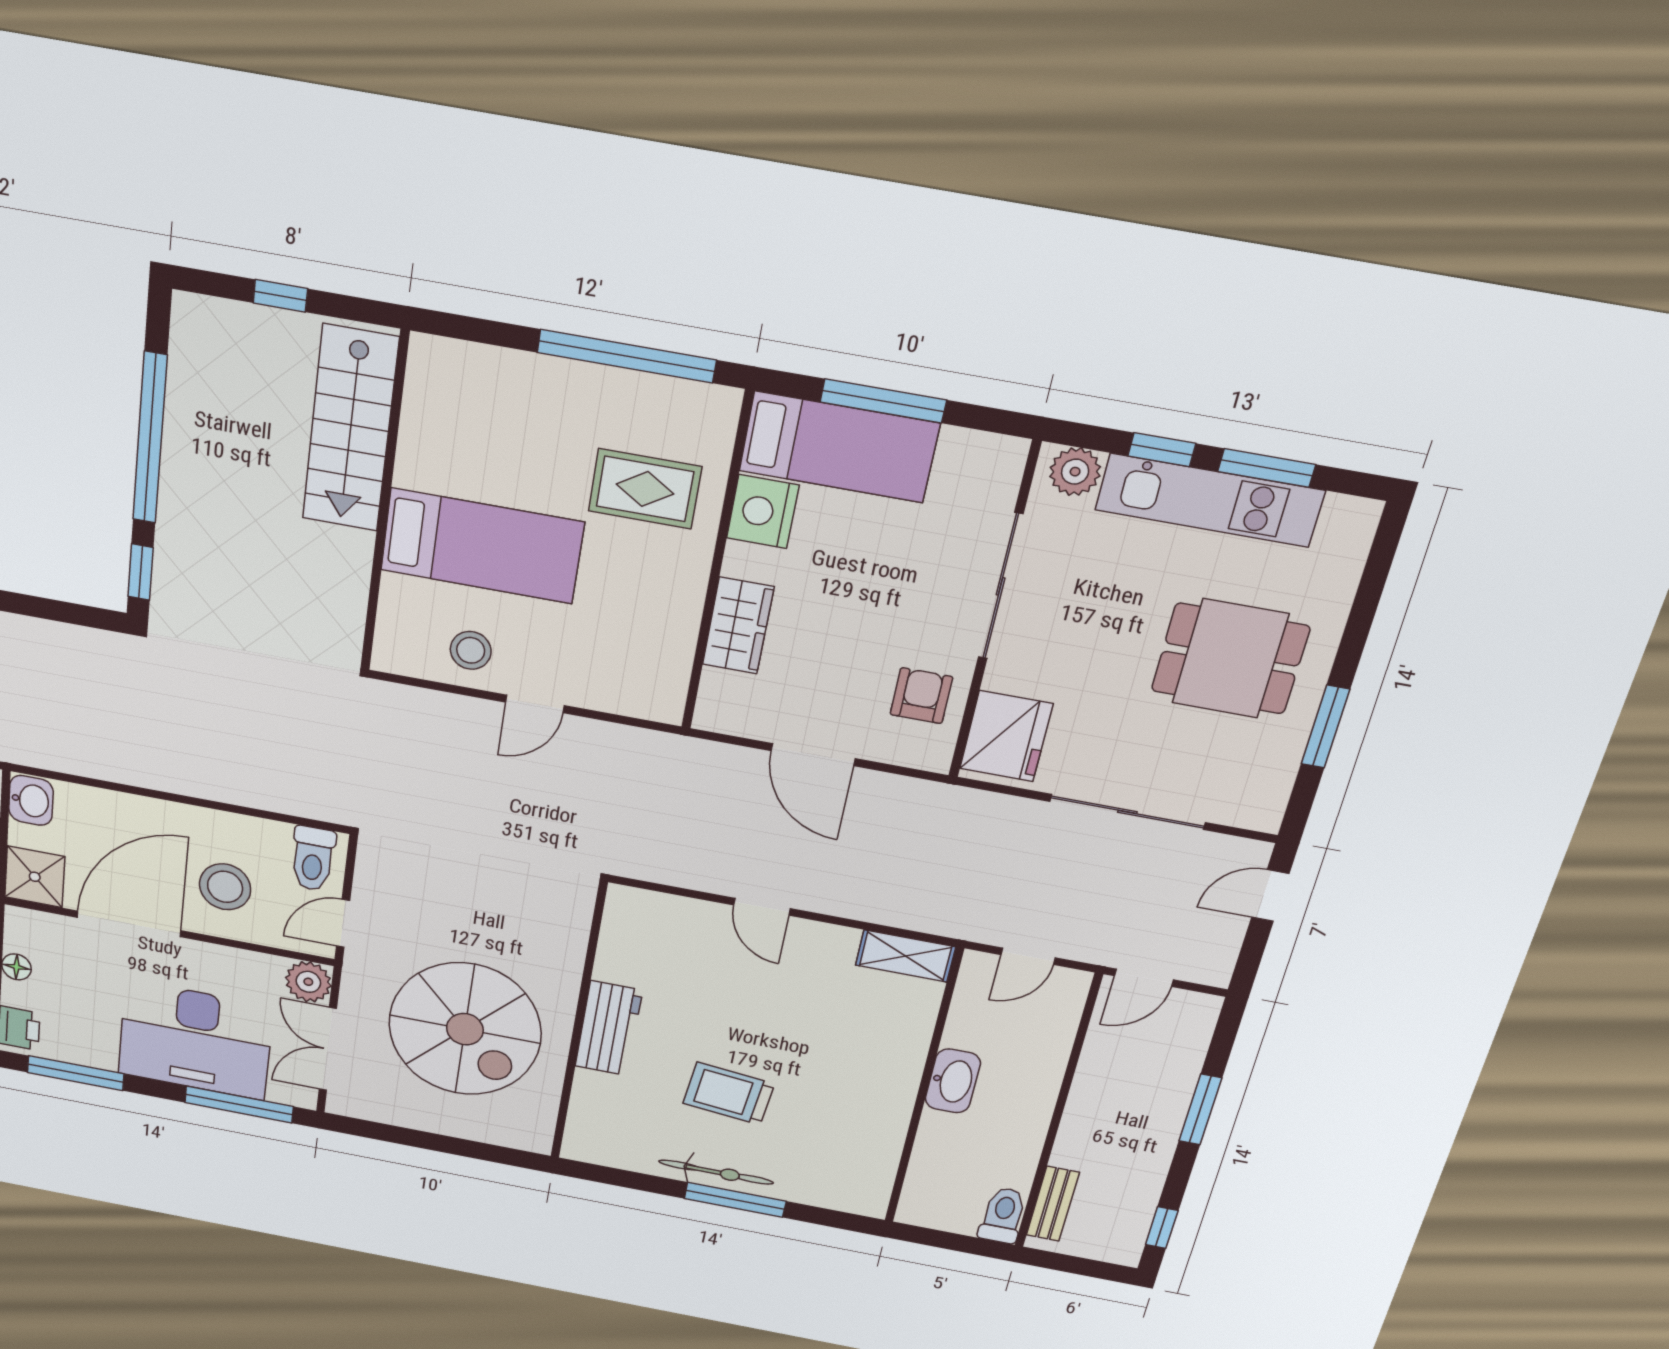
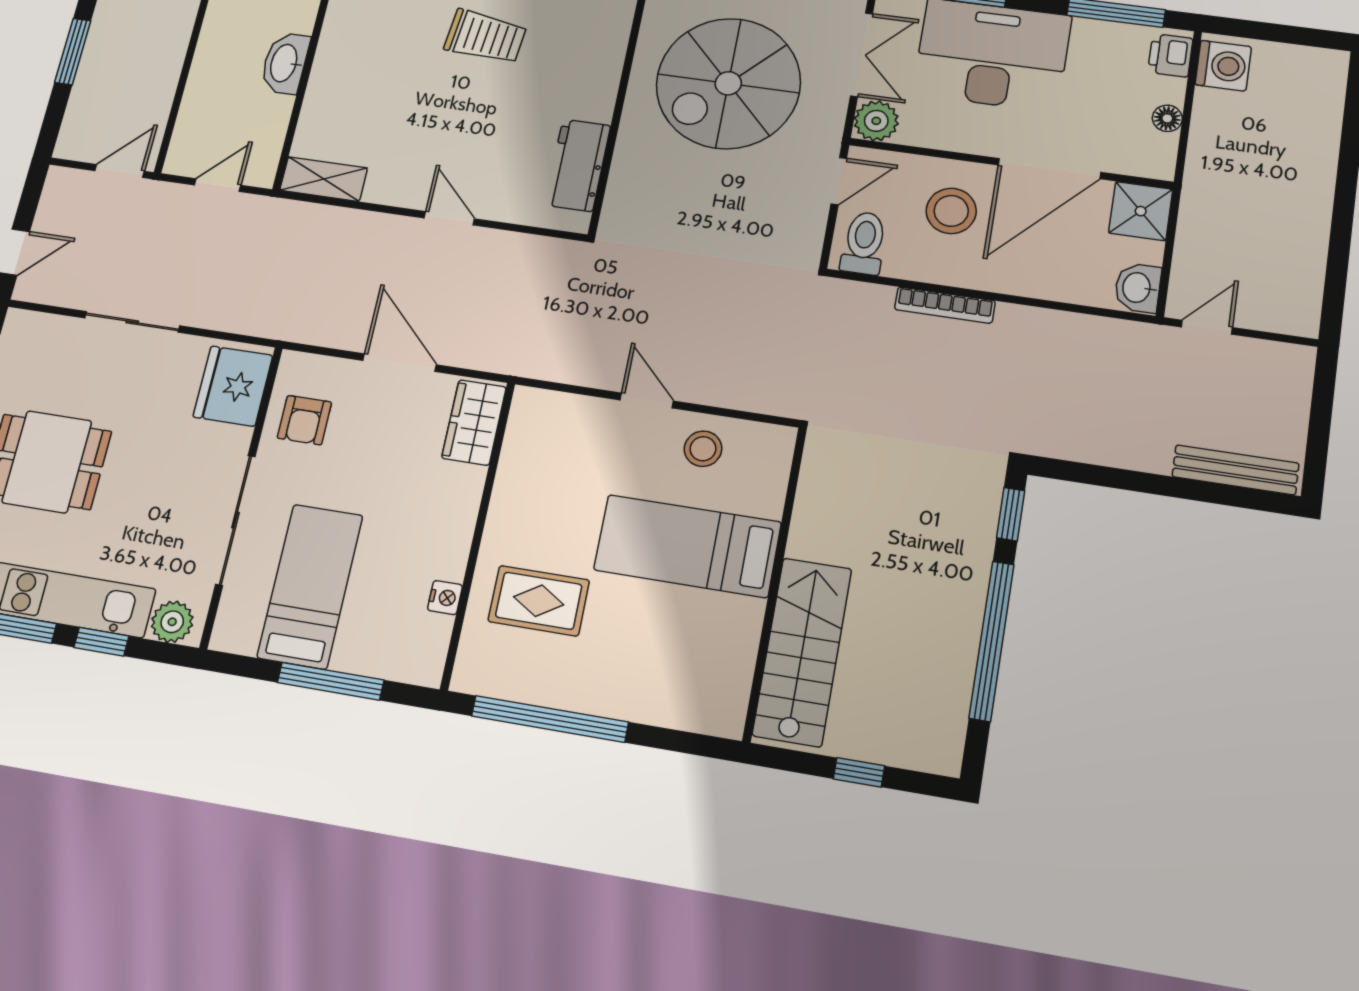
bed: (839, 447) -> (310, 586), moved, turned 90
nightstand: (763, 512) -> (445, 598), width x0.53, depth x0.56
wardrobe: (738, 626) -> (474, 422), moved
door: (535, 704) -> (647, 400), hinge flipped
bookcase: (225, 791) -> (945, 305), added
sliding door: (1127, 812) -> (132, 322), width x0.73
workbench: (609, 1028) -> (578, 165), moved
spiral stairs: (465, 1029) -> (728, 83), turned -90

